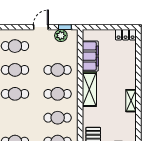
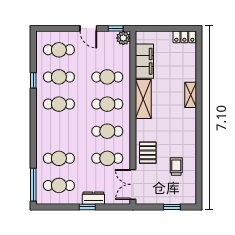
door: (41, 27) -> (88, 28), swing flipped
plant: (61, 36) -> (123, 38), moved
shelving: (131, 101) -> (191, 95), moved

